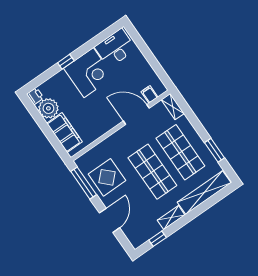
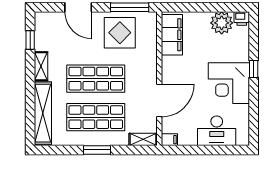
desk: (115, 48) -> (217, 131), moved, turned 90
filing cabinet: (149, 94) -> (169, 140), moved
filing cabinet: (64, 133) -> (172, 35), moved, turned -90
window: (214, 150) -> (97, 150), moved

